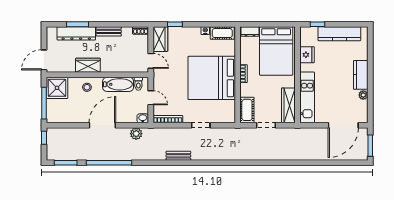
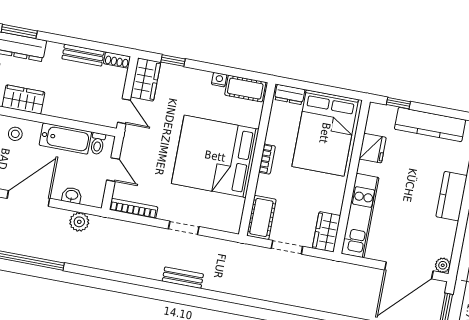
bench: (109, 31) -> (83, 55), moved
plant: (363, 95) -> (443, 265), moved
wardrobe: (288, 105) -> (326, 232), width x0.67
washbasin: (143, 118) -> (72, 195), moved
bench: (178, 156) -> (183, 278), moved

